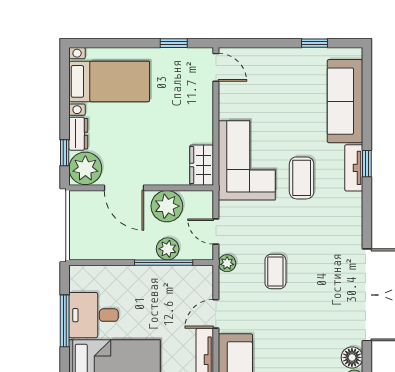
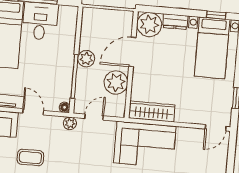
window: (65, 153) -> (216, 15), moved
wardrobe: (202, 165) -> (152, 111), width x1.50
plant: (168, 249) -> (86, 59), moved
coffee table: (275, 271) -> (30, 157), moved
floor lamp: (206, 272) -> (65, 107), added

